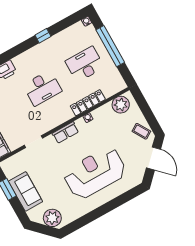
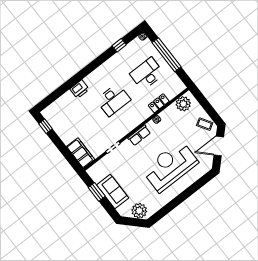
window: (43, 36) -> (119, 45), moved
locker: (88, 103) -> (159, 103), width x0.66
door: (153, 158) -> (219, 146), swing flipped

